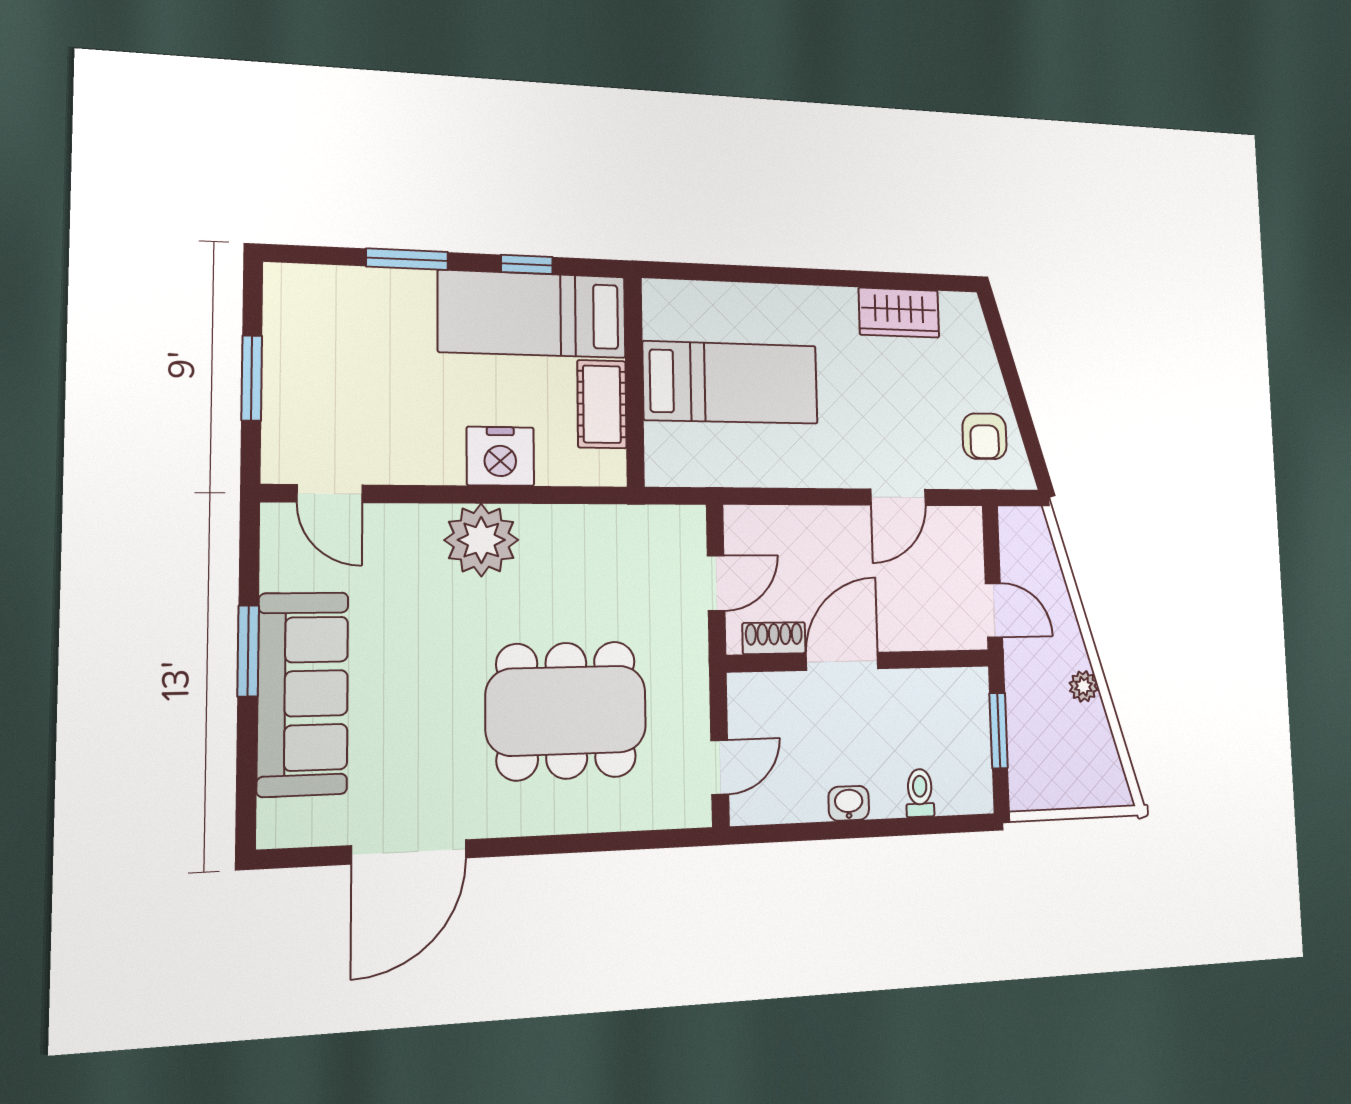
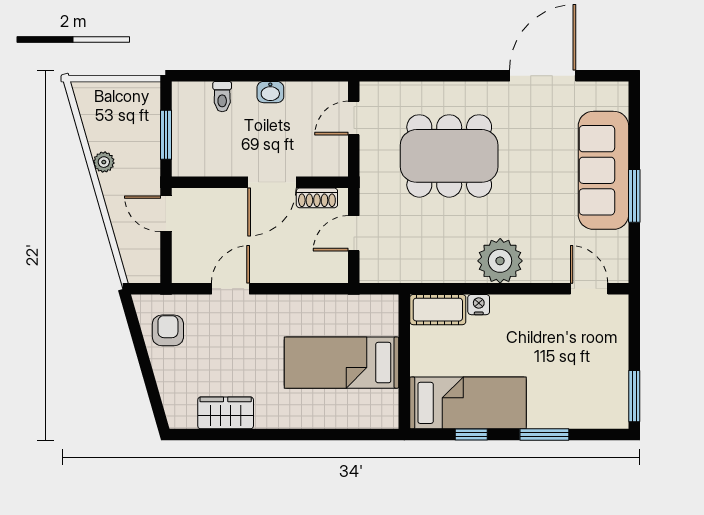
window: (252, 378) -> (634, 396), moved
cot: (602, 404) -> (438, 310), moved, turned 90
nightstand: (500, 456) -> (479, 305), width x0.53, depth x0.56

